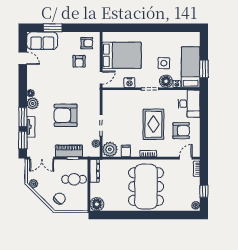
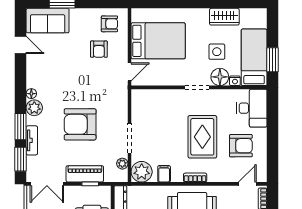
wardrobe: (169, 38) -> (224, 17), added
nightstand: (129, 83) -> (169, 79), removed

